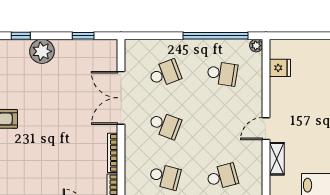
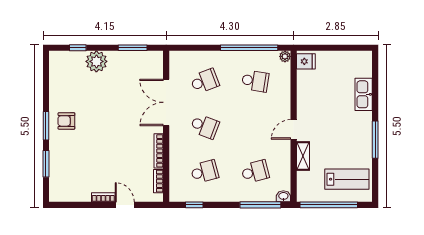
window: (83, 36) -> (133, 48), width x1.50
fridge: (280, 68) -> (306, 61), moved
school desk: (165, 177) -> (205, 172), turned -30

